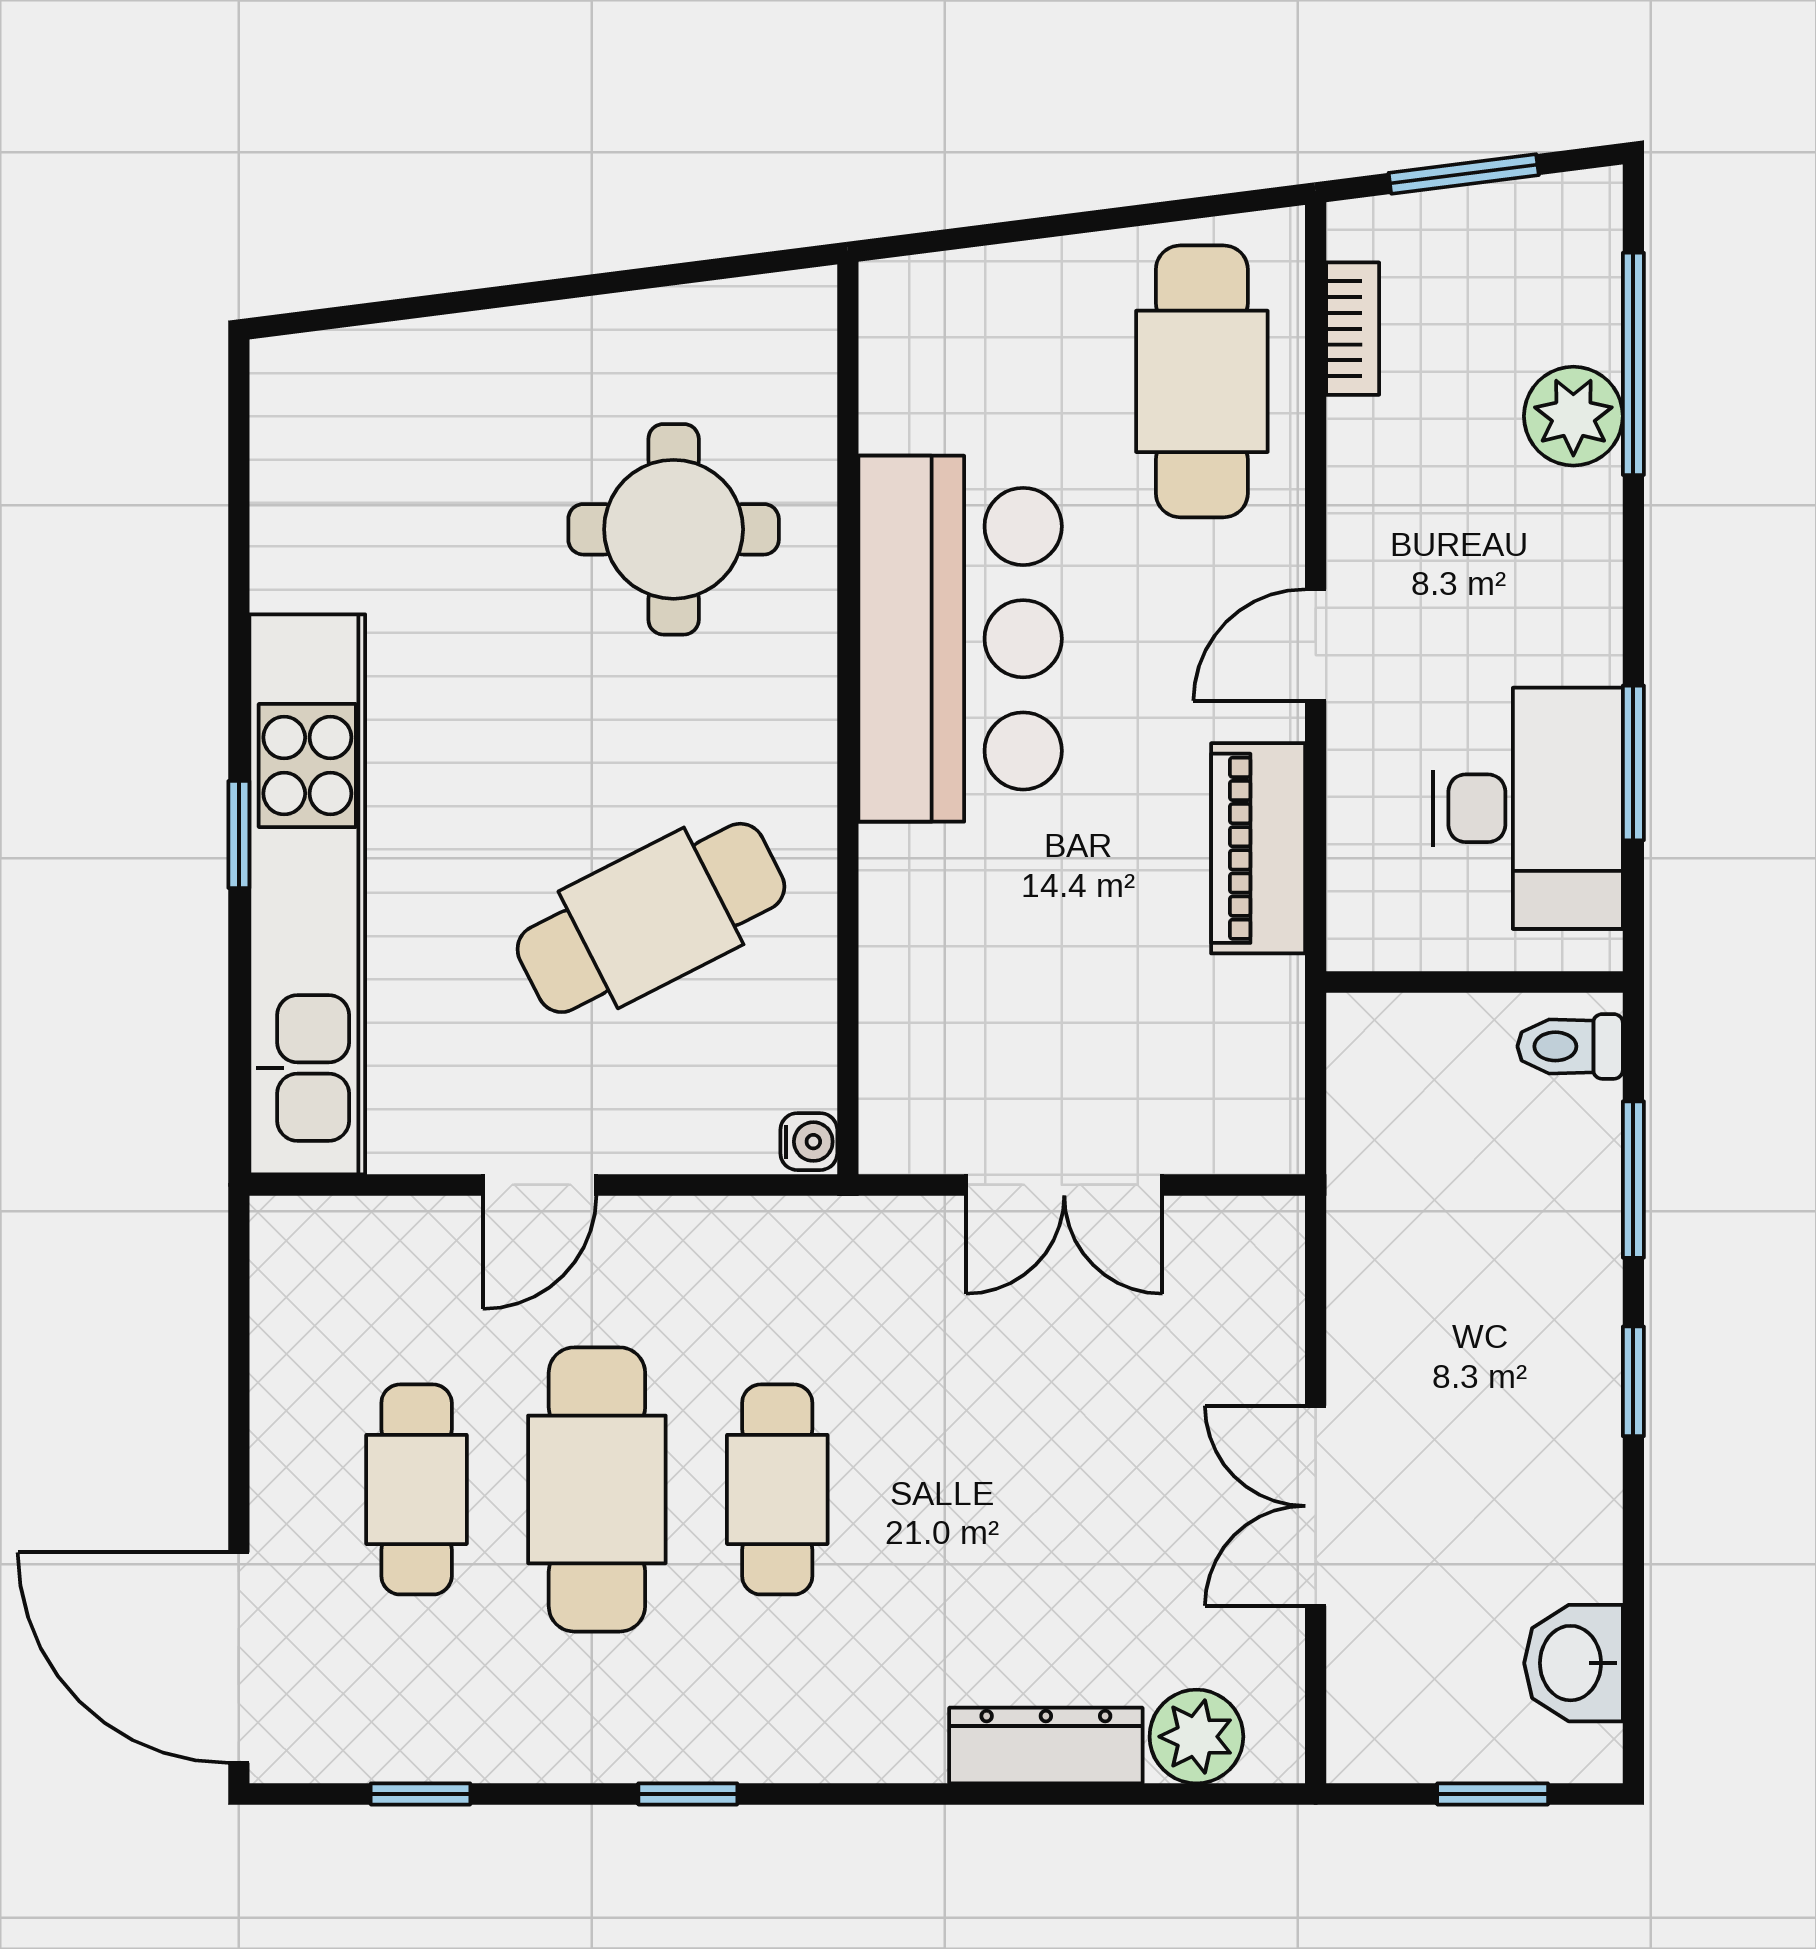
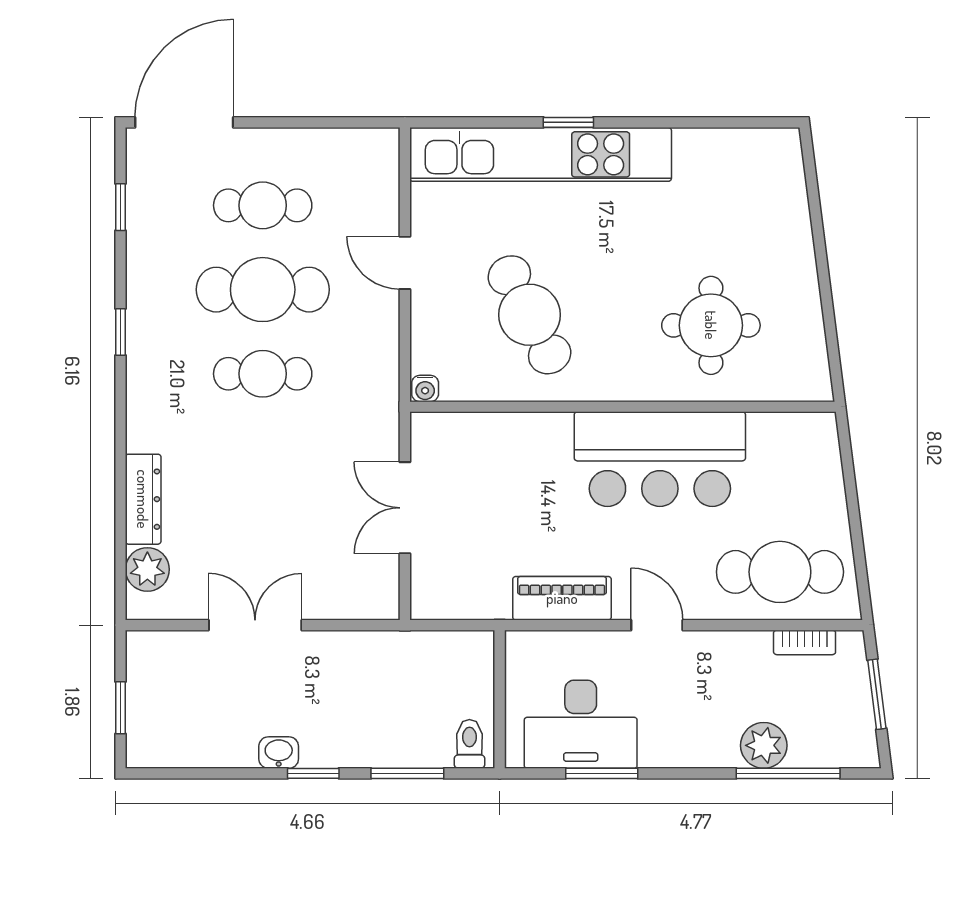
washbasin: (1573, 1663) -> (279, 753), moved, width x0.72, depth x0.69

